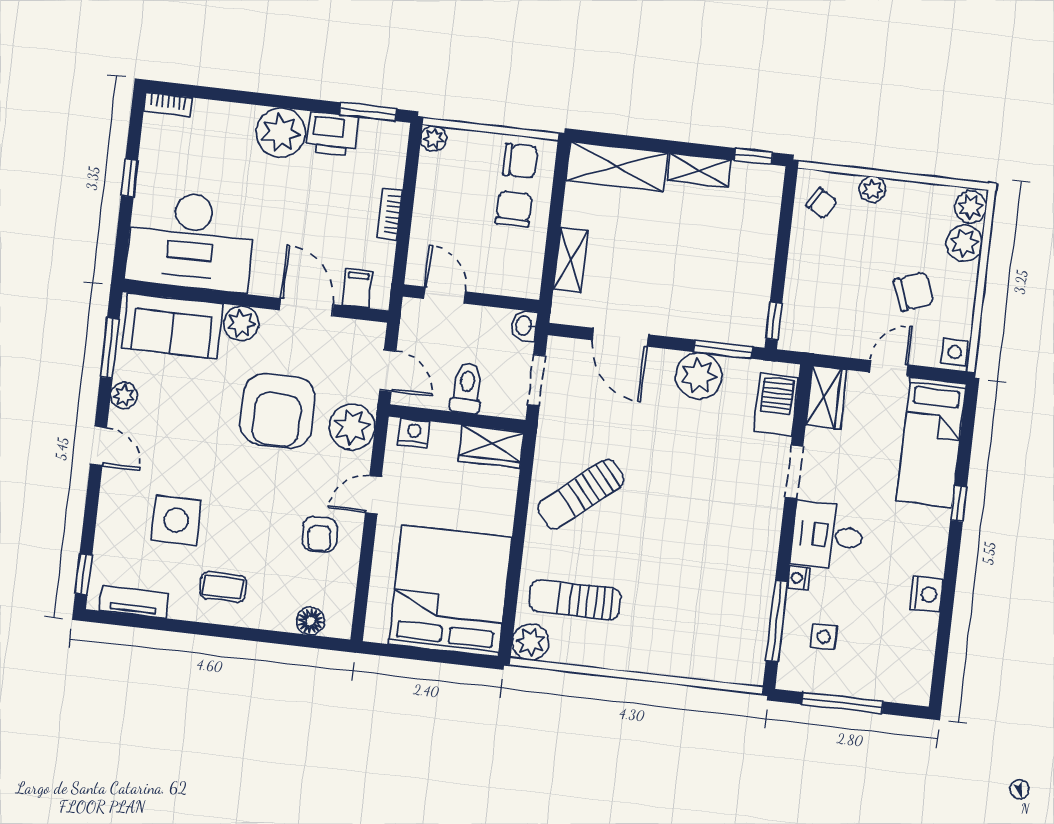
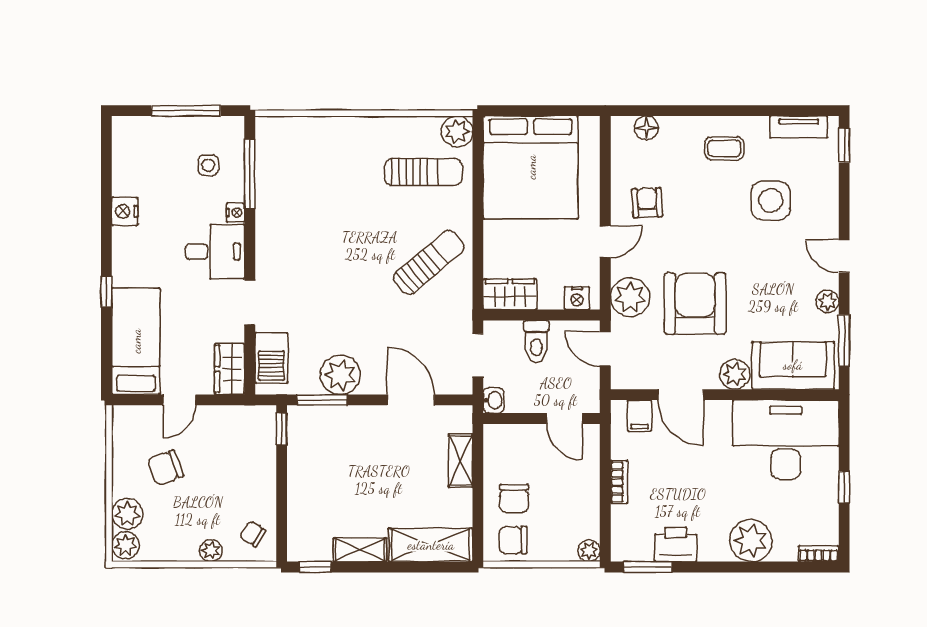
plant: (281, 133) -> (751, 541), moved
side table: (955, 352) -> (125, 420), removed

